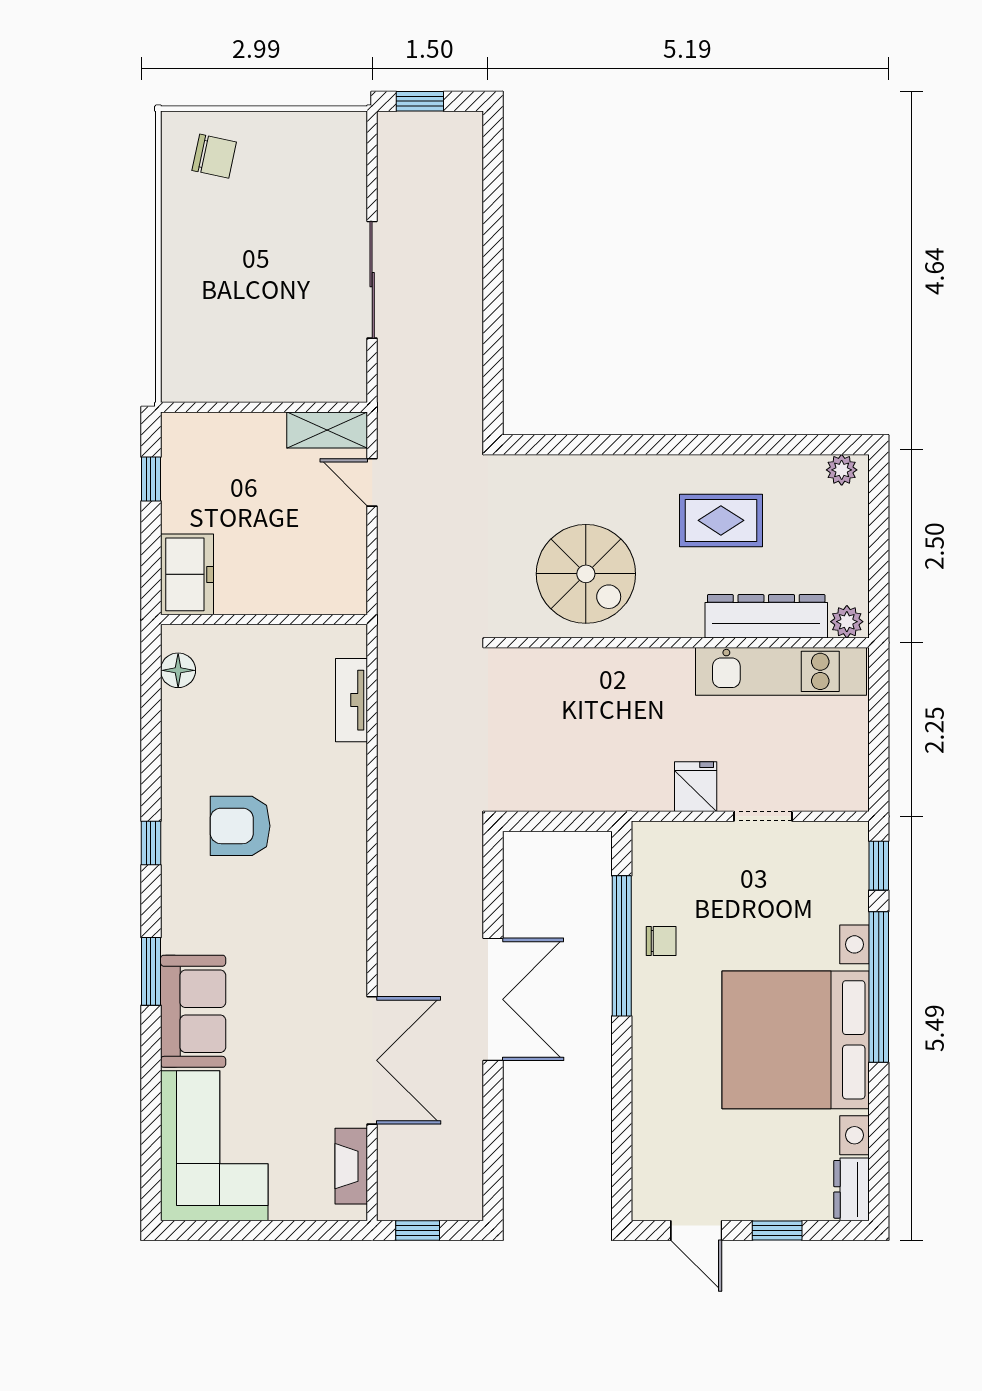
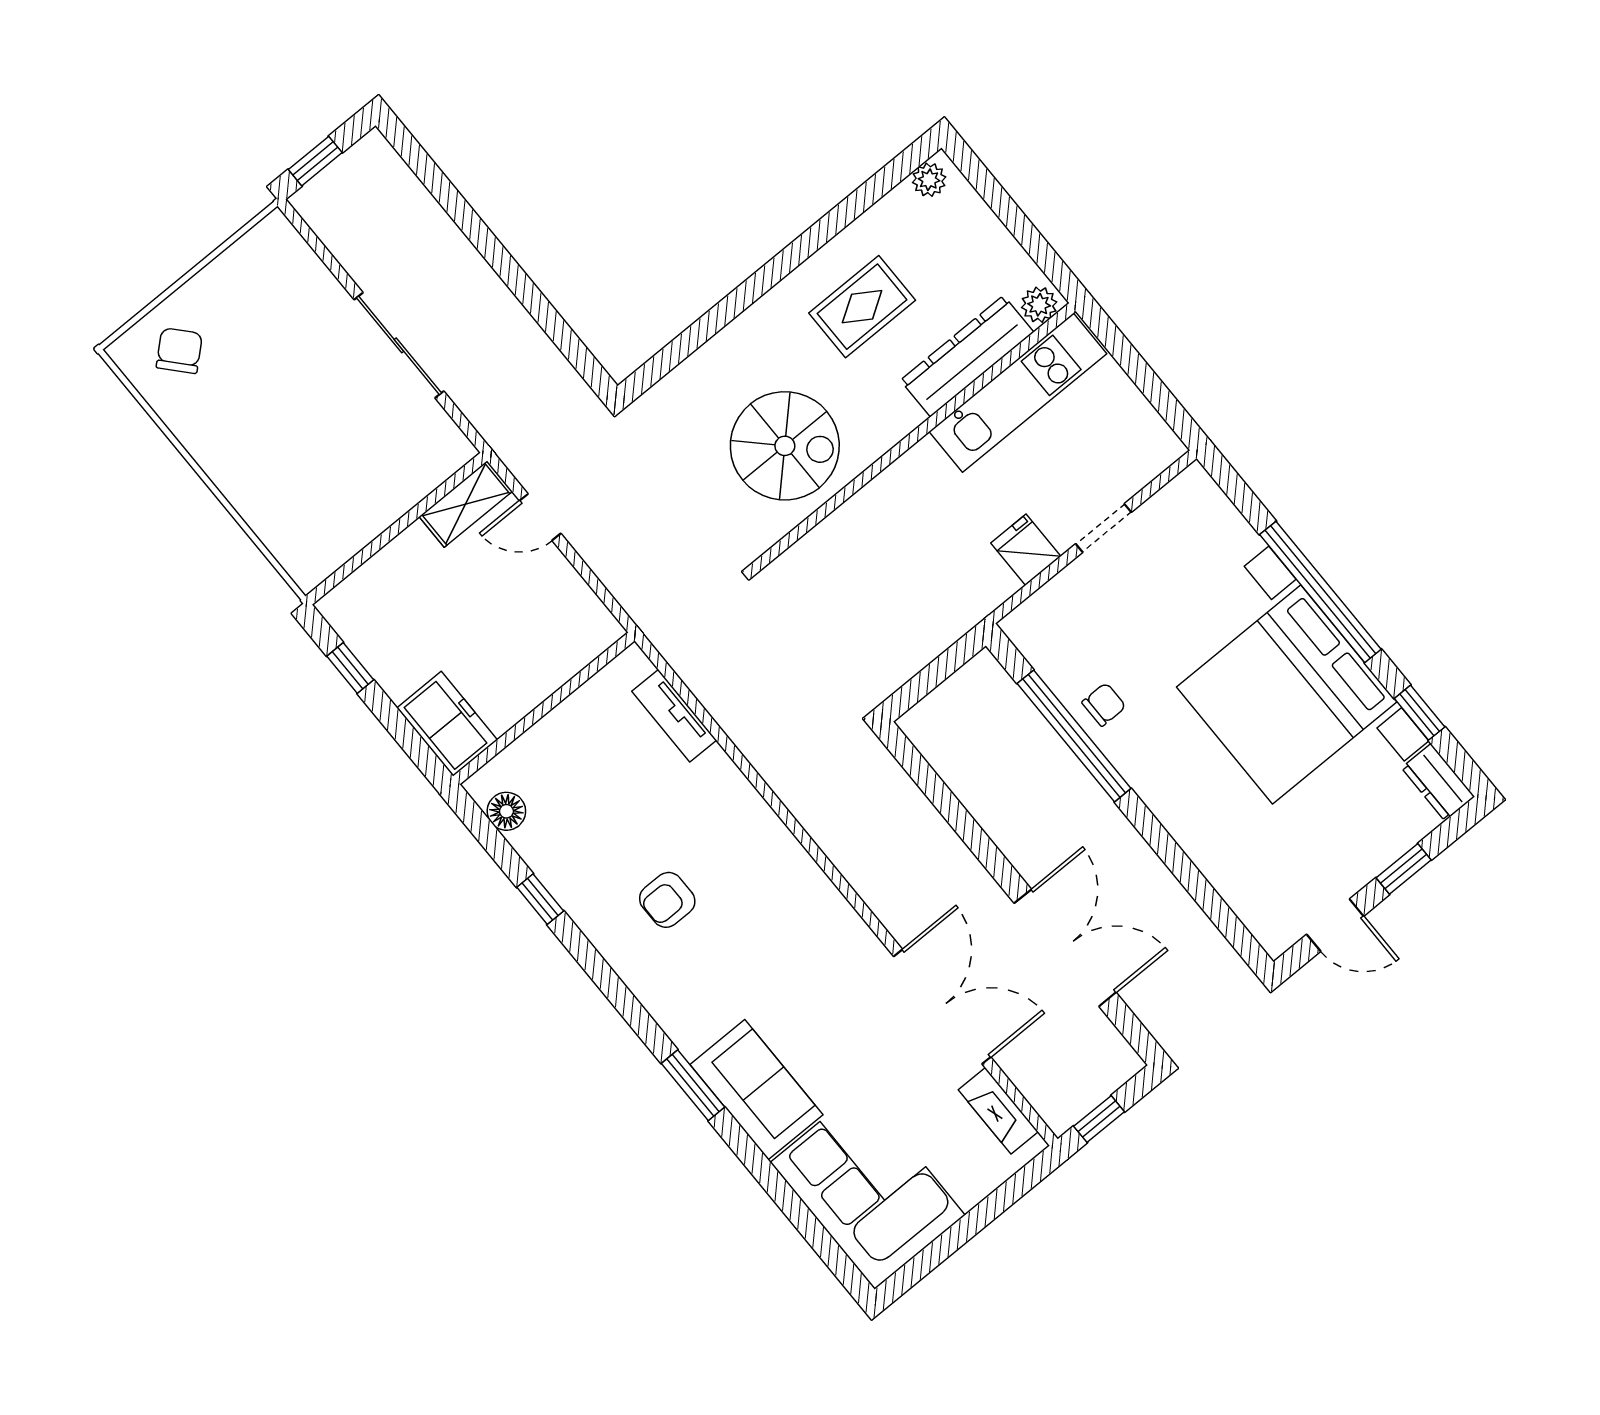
chair: (214, 156) -> (179, 351), turned -54
armchair: (240, 826) -> (667, 900), width x0.72, depth x0.72
window: (151, 843) -> (540, 899), moved
window: (879, 866) -> (1420, 713), moved
double door: (493, 999) -> (1065, 948), moved

